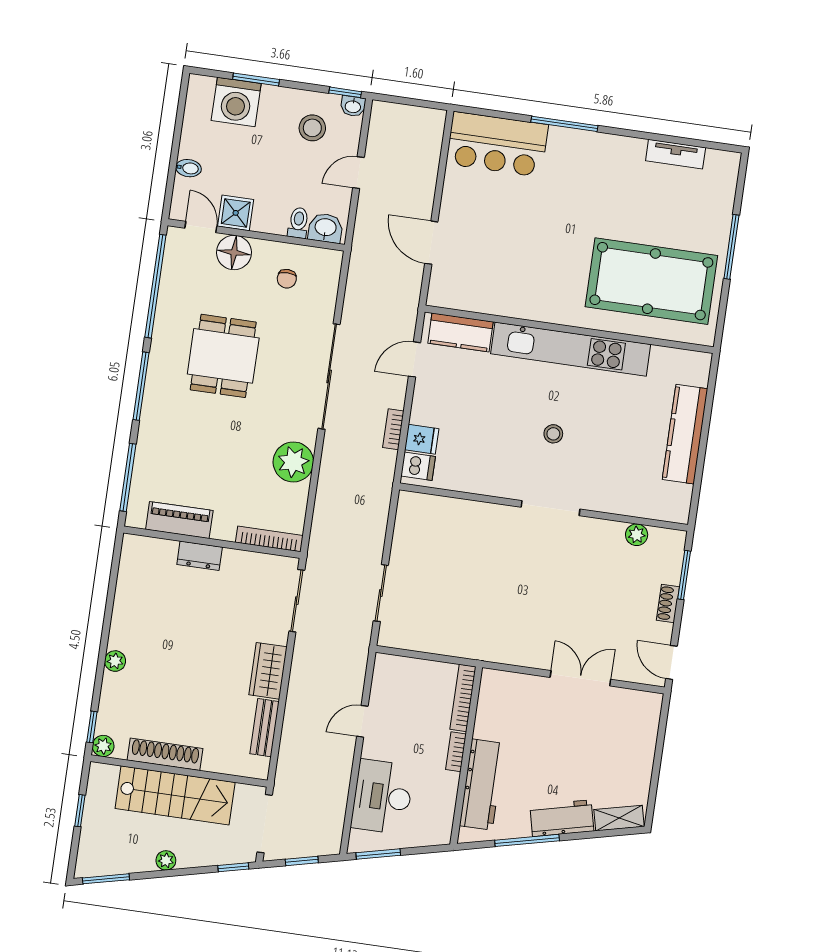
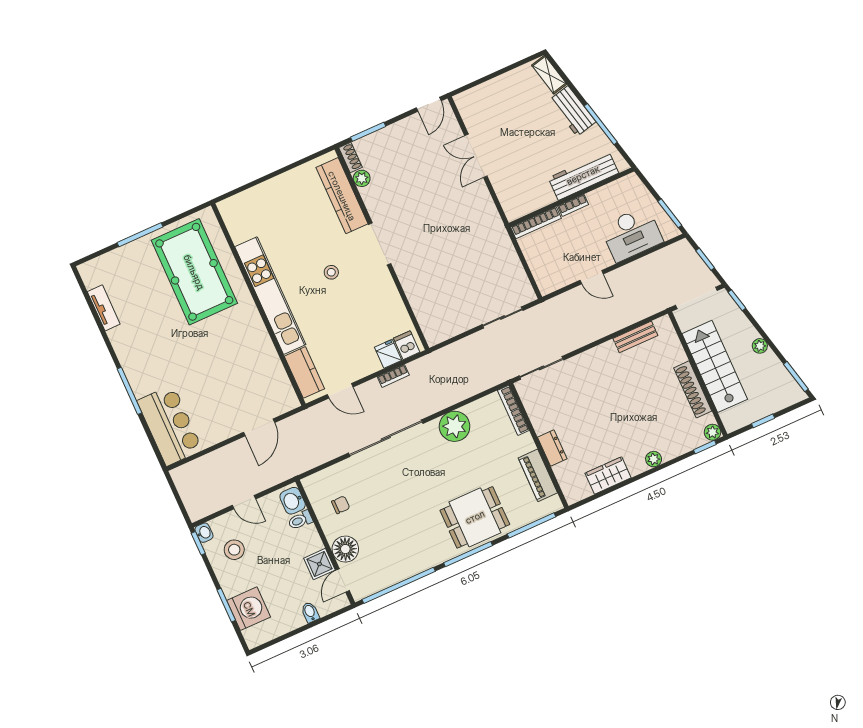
dining table: (223, 356) -> (475, 517), moved
kitchen counter: (685, 434) -> (342, 196), moved, turned 90
shoe rack: (668, 603) -> (351, 157), moved, turned -90
wardrobe: (268, 671) -> (608, 475), moved, turned 180

